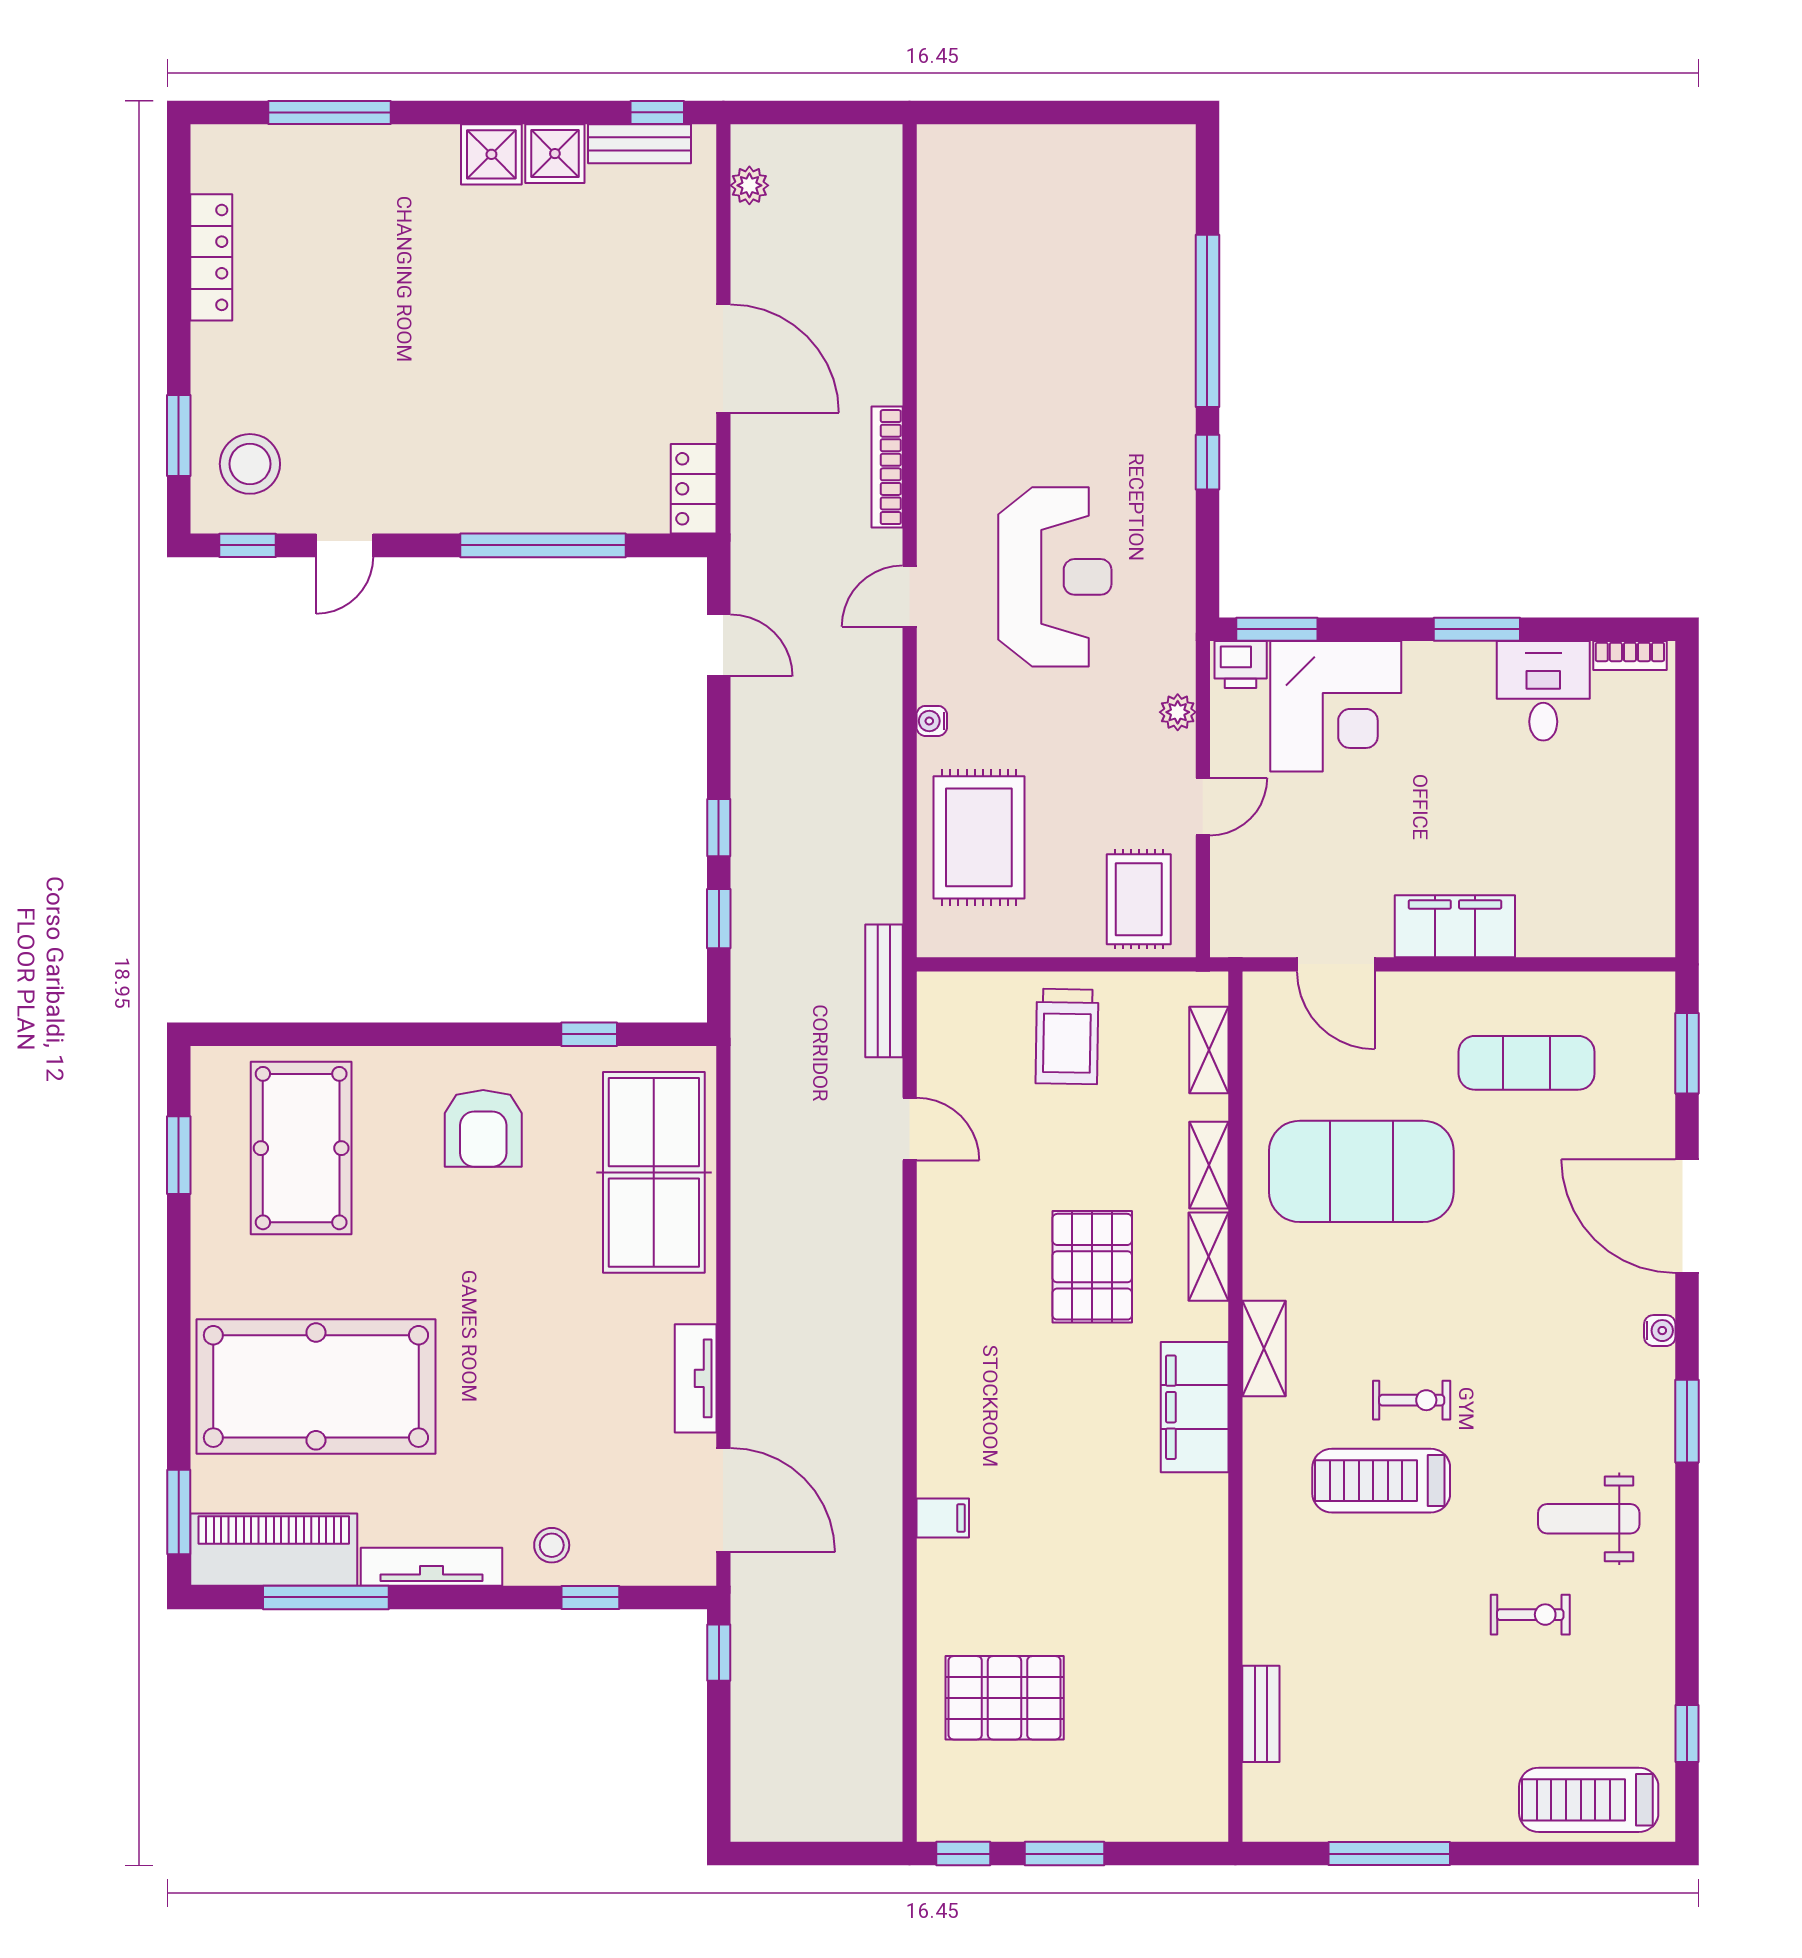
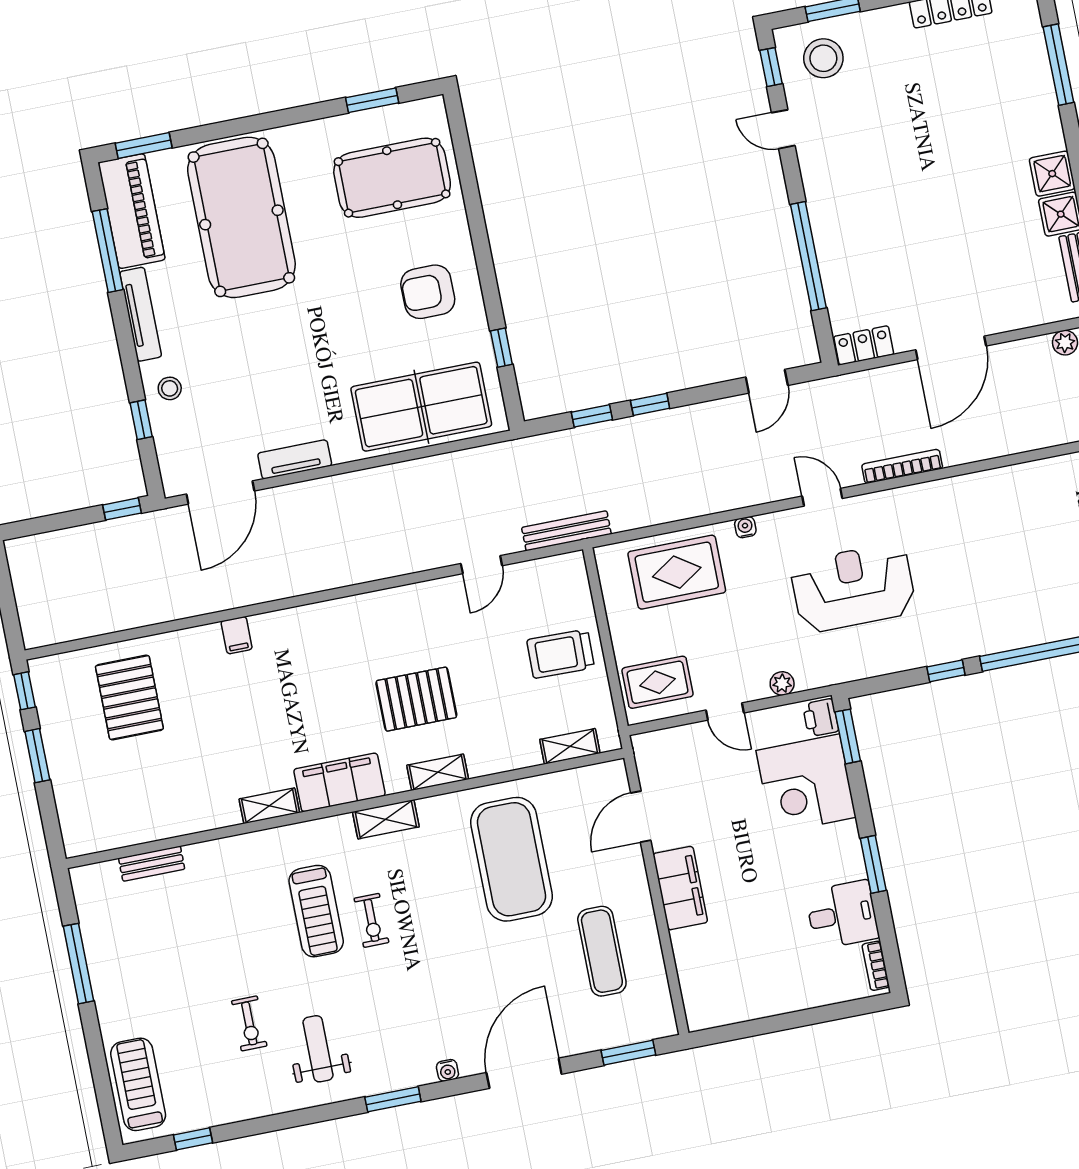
reception desk: (1055, 577) -> (853, 588), turned 180
shelving: (1209, 1165) -> (269, 806), moved
treadmill: (1381, 1481) -> (316, 911), turned 180

